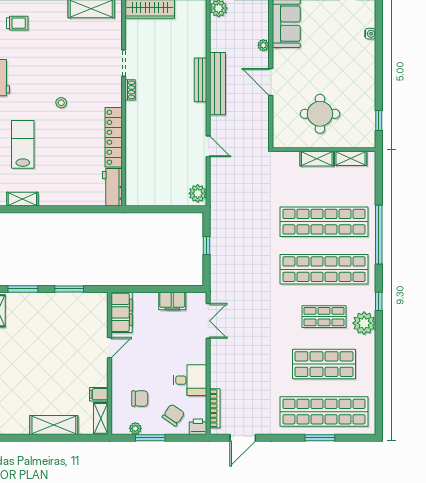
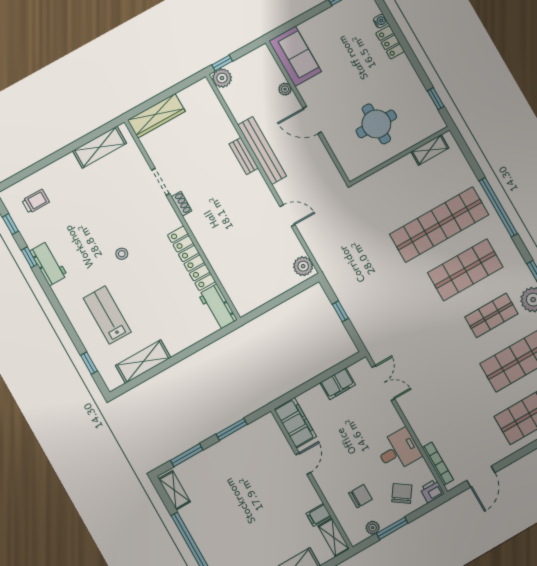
locker: (368, 55) -> (390, 42), added
bench: (200, 80) -> (244, 156), width x0.73
shelving: (317, 159) -> (398, 168), removed
shelving: (22, 199) -> (143, 362), width x1.50, depth x1.33
shop shelf: (324, 269) -> (465, 270), width x0.71

